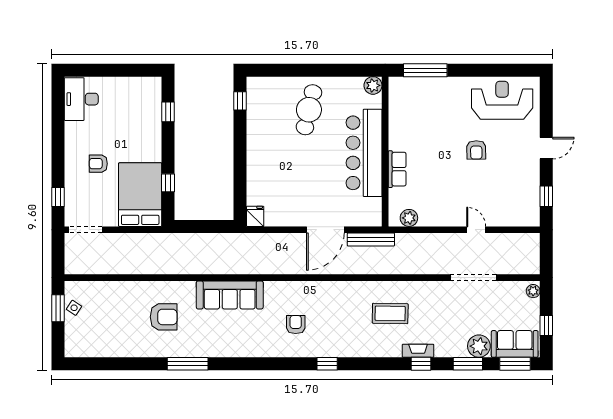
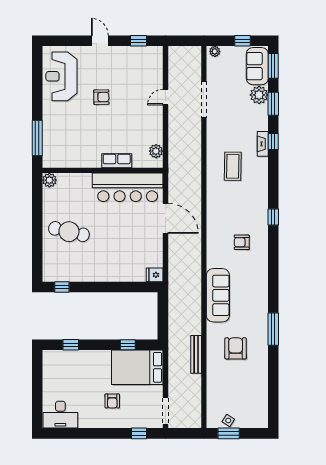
bar counter: (364, 153) -> (128, 187), moved
bench: (371, 239) -> (196, 354), moved

